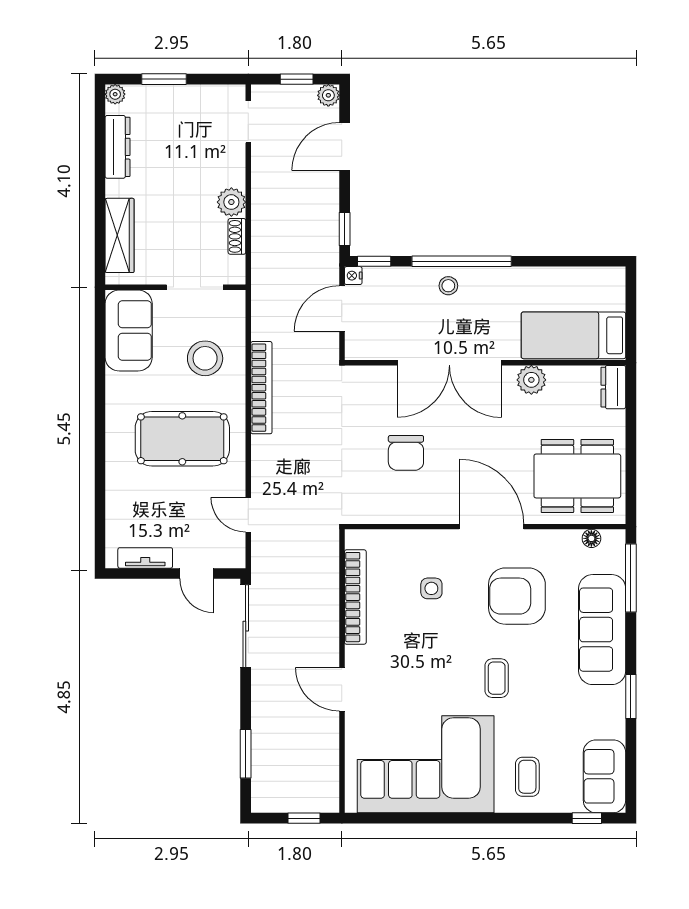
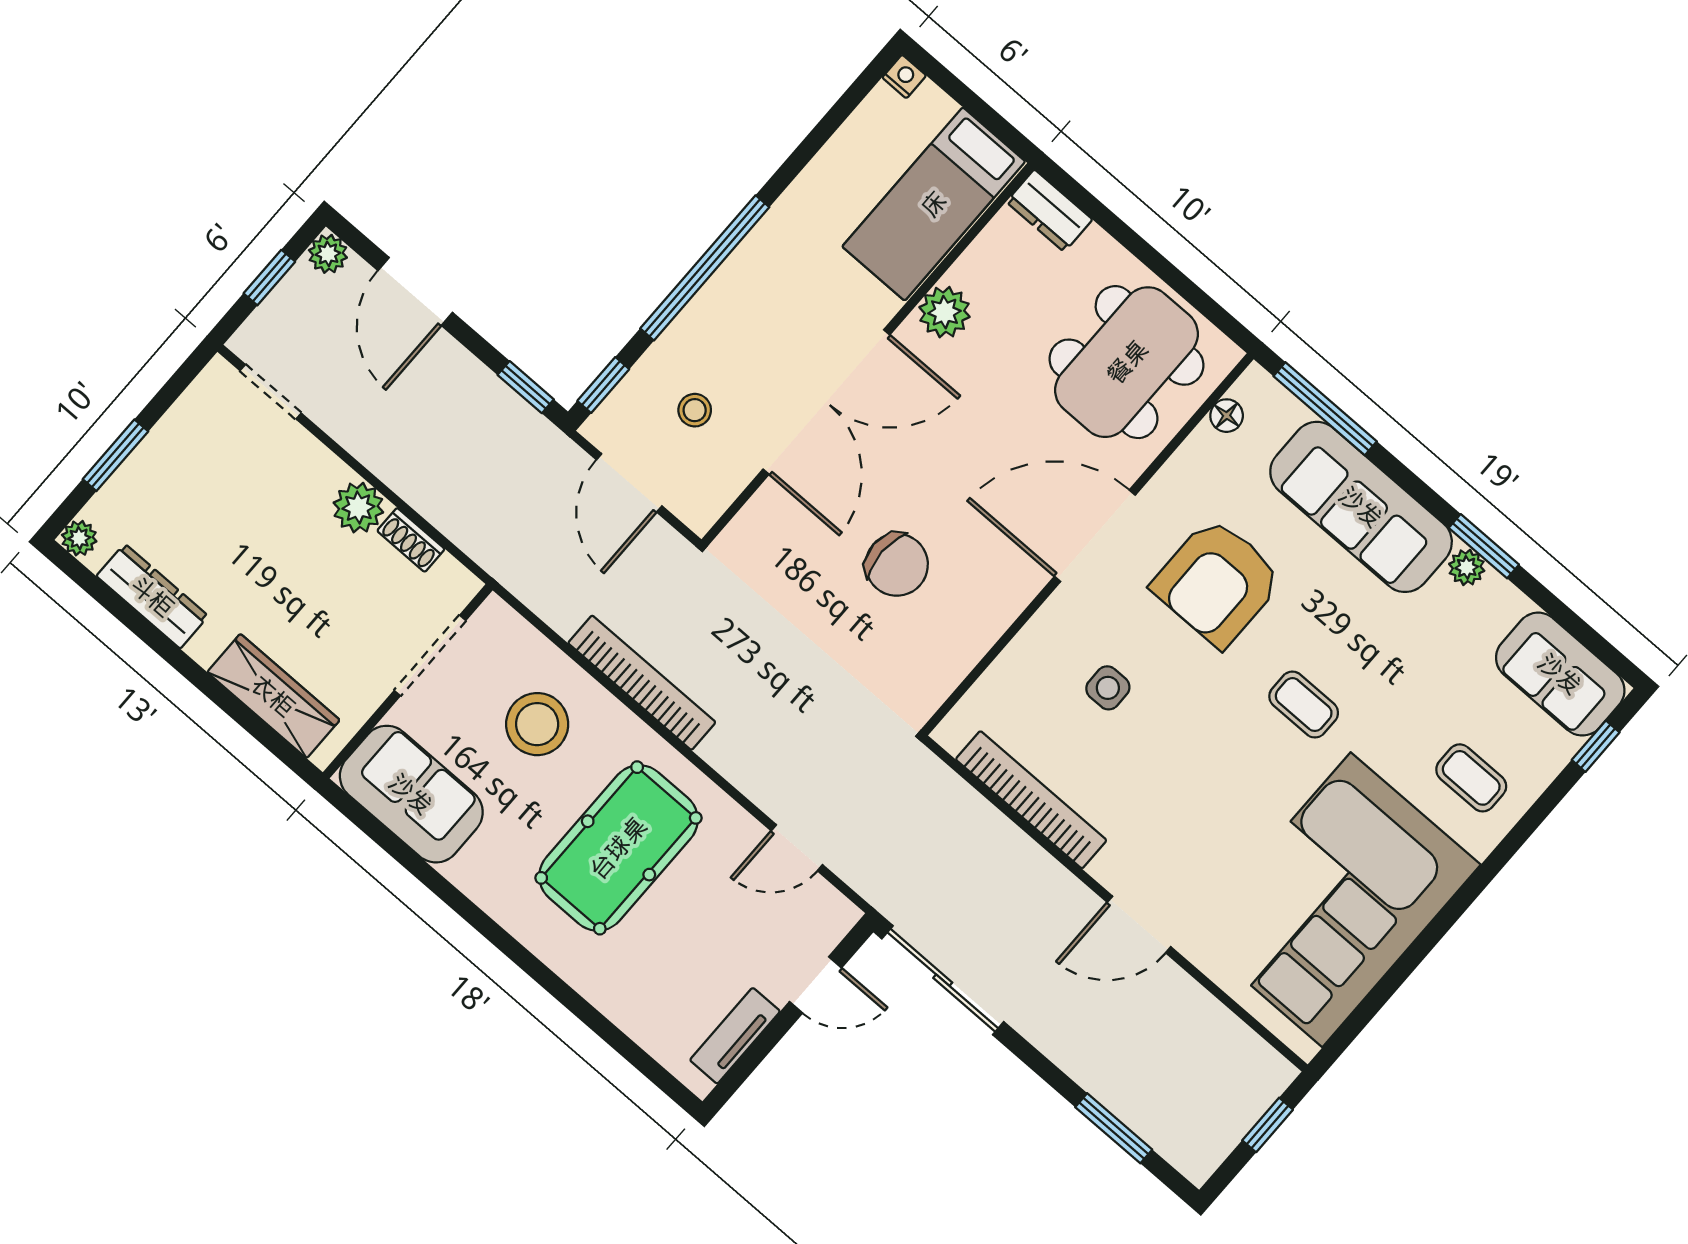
nightstand: (353, 276) -> (904, 77), moved, turned 180
stool: (448, 286) -> (695, 410), moved
plant: (615, 697) -> (1467, 567), added

